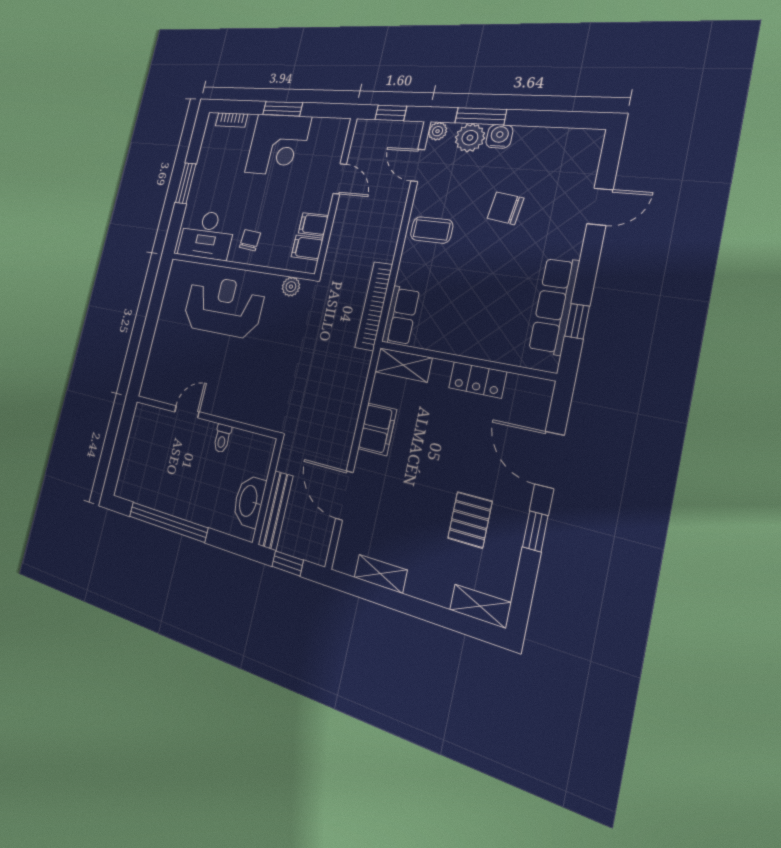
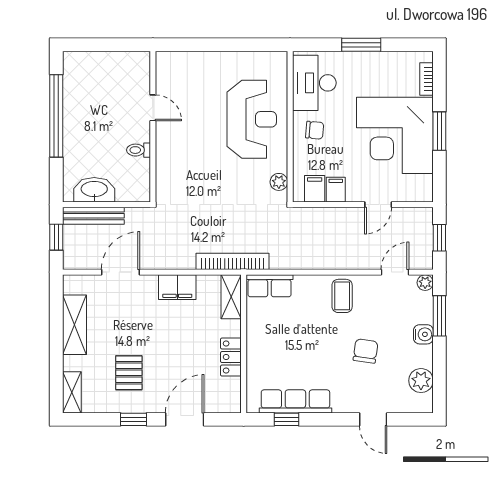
plant: (470, 138) -> (421, 381), moved
corner desk: (278, 145) -> (395, 135), width x1.36, depth x1.36
bookcase: (374, 306) -> (233, 261), moved
pallet: (470, 520) -> (129, 373), turned 90
shelving: (381, 574) -> (75, 325), width x1.50, depth x1.33

